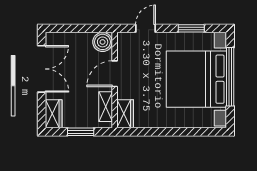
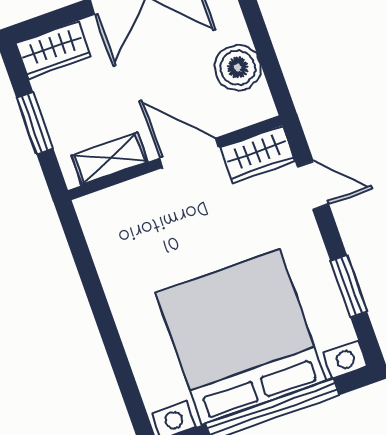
boiler: (103, 42) -> (238, 68), moved
wardrobe: (125, 114) -> (258, 155), moved

